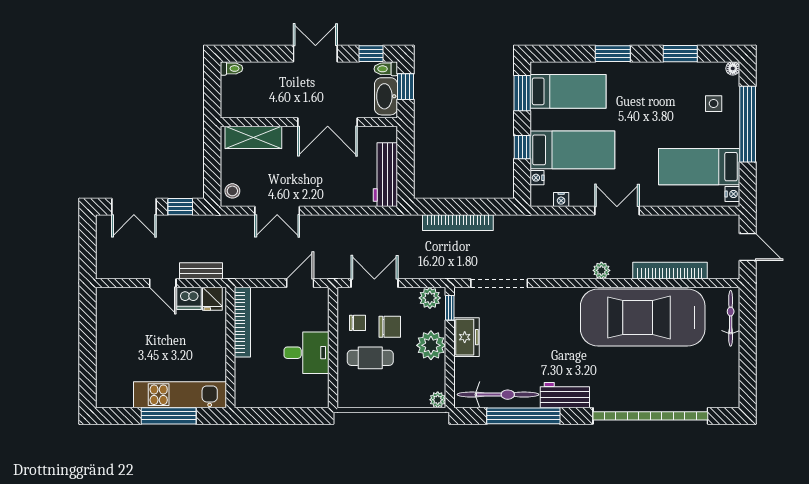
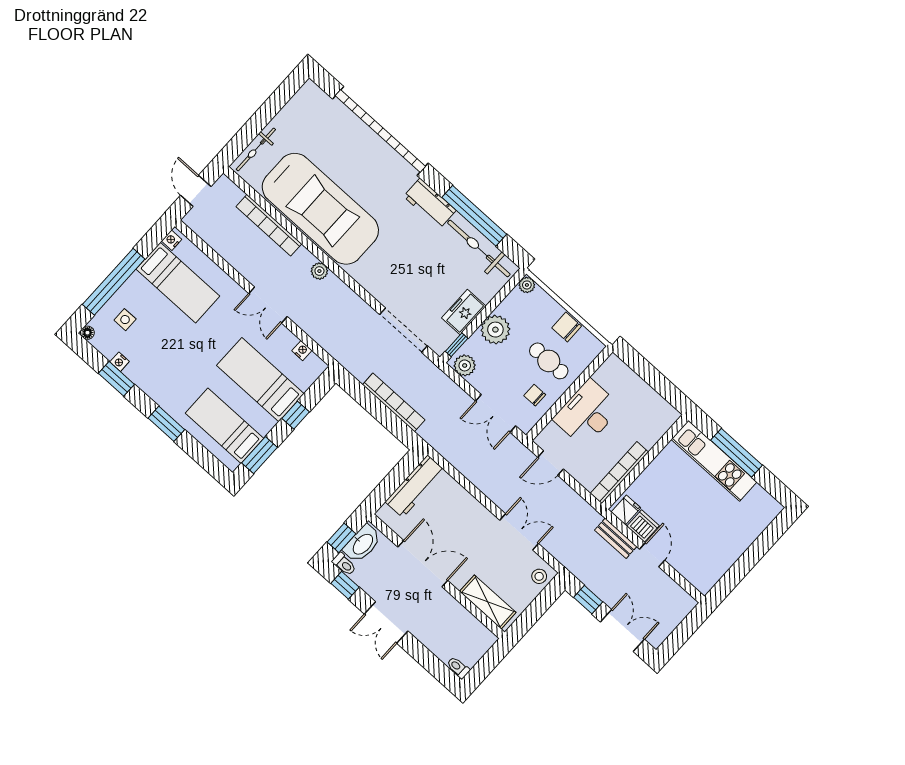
nightstand: (537, 178) -> (120, 362), moved, turned 90
chair: (390, 327) -> (567, 327), moved
desk: (307, 353) -> (587, 413), width x1.37

